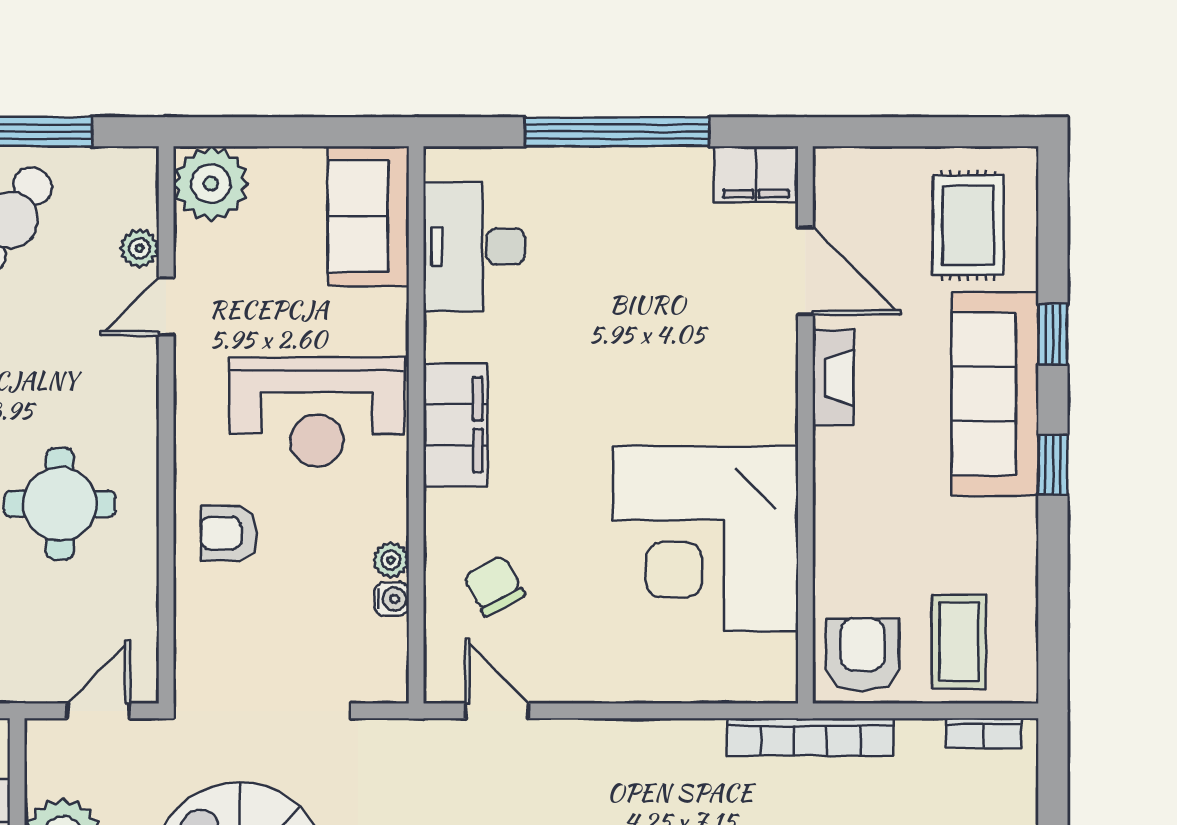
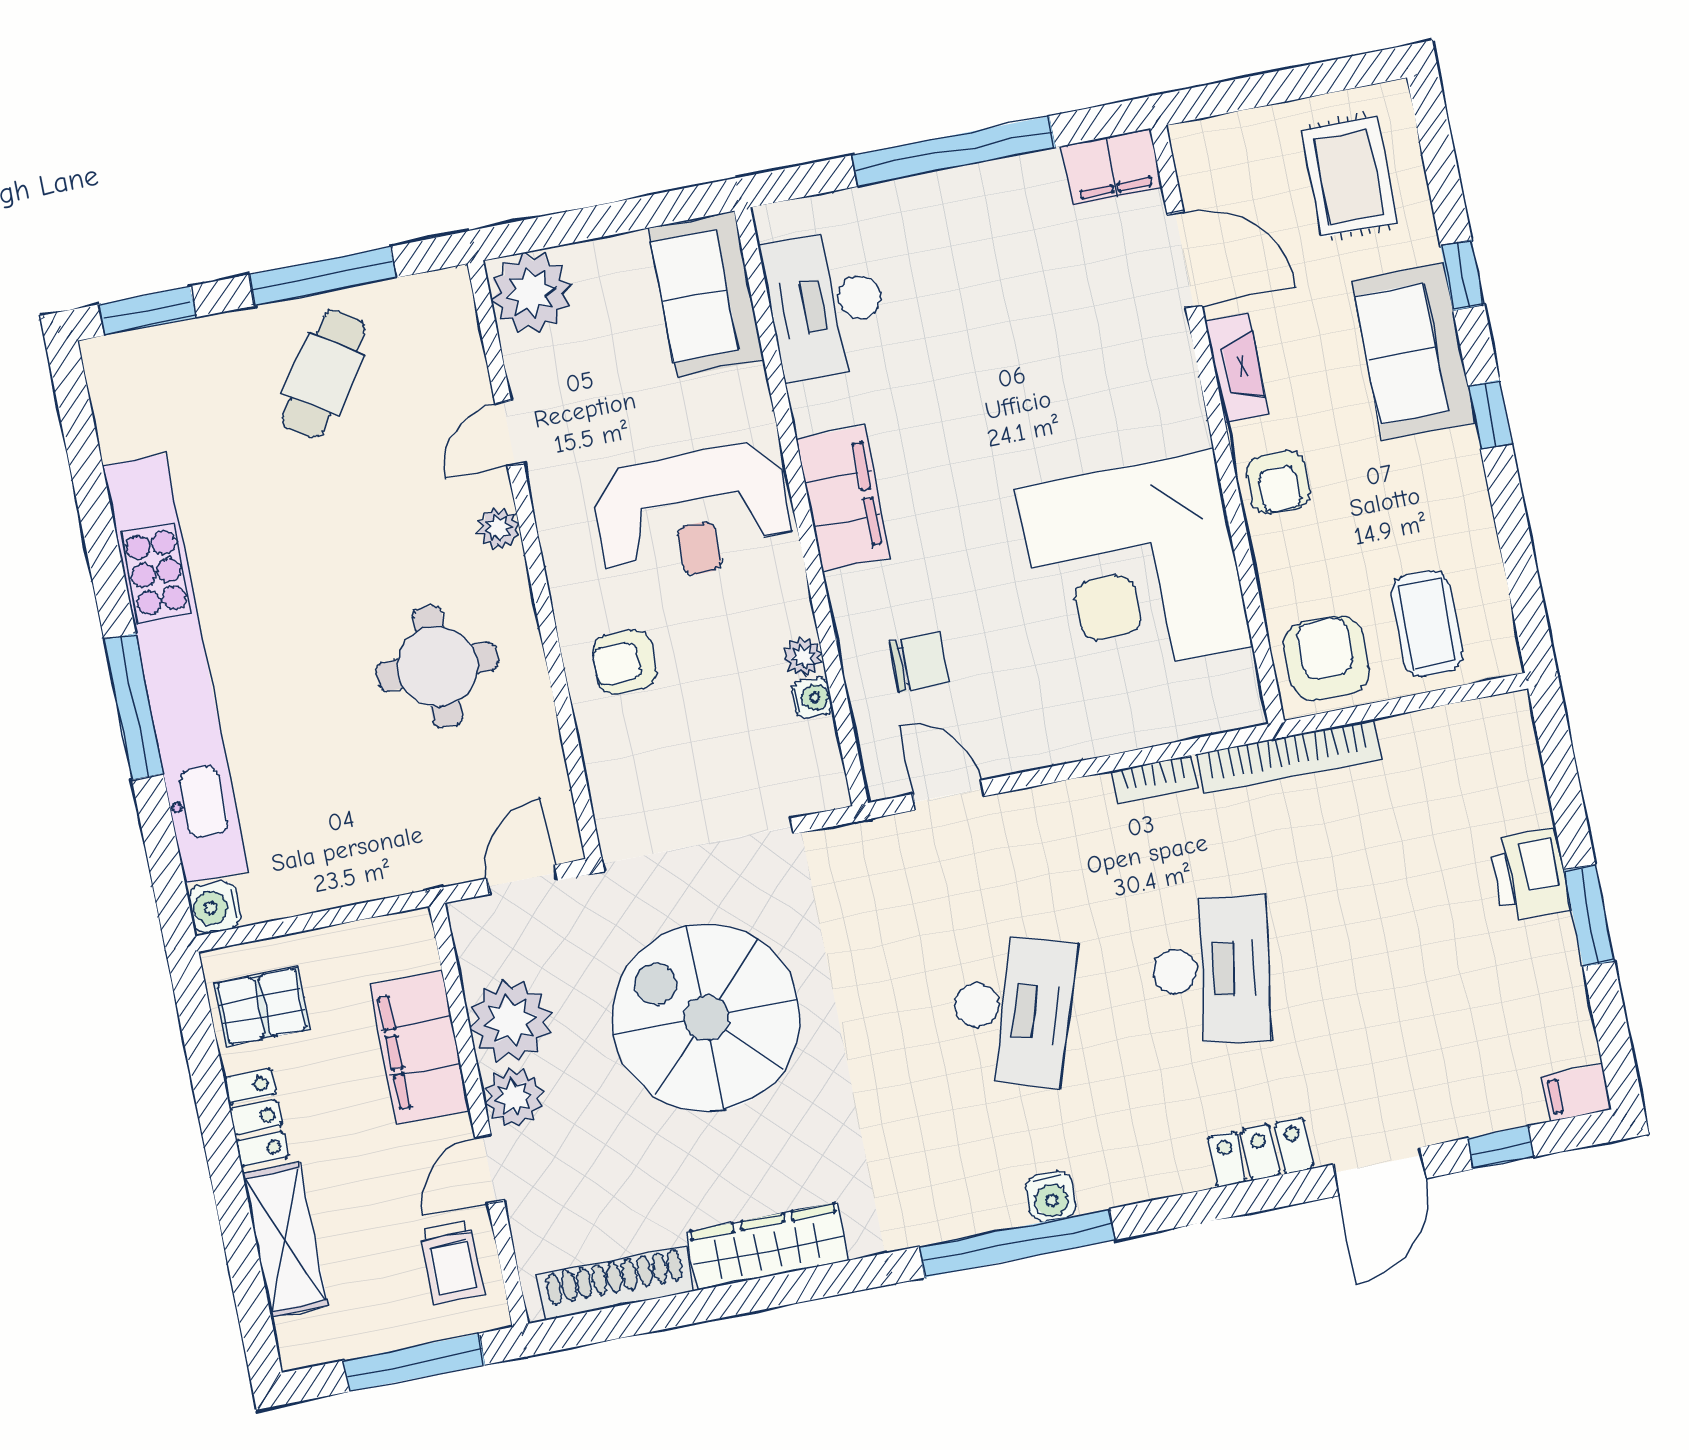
plant: (140, 248) -> (499, 528), moved
sofa: (995, 394) -> (1413, 351), width x0.73
armchair: (850, 488) -> (1278, 482), added
chair: (494, 586) -> (919, 662), turned 119
bookcase: (984, 733) -> (1154, 779), moved

